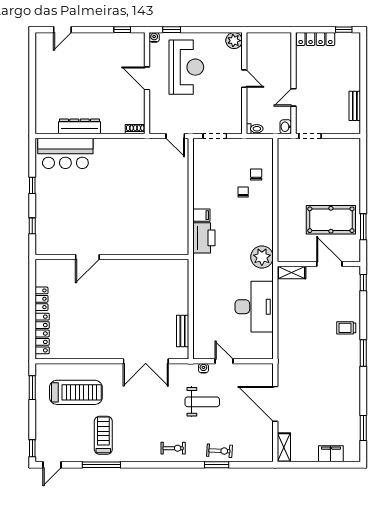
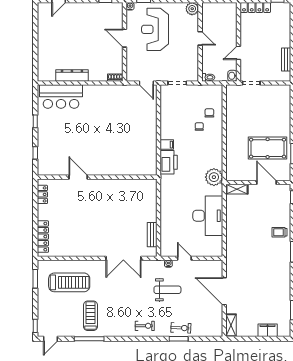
reception desk: (186, 67) -> (155, 29), turned 180
door: (87, 257) -> (78, 177), swing flipped
locker: (41, 299) -> (42, 194), moved

